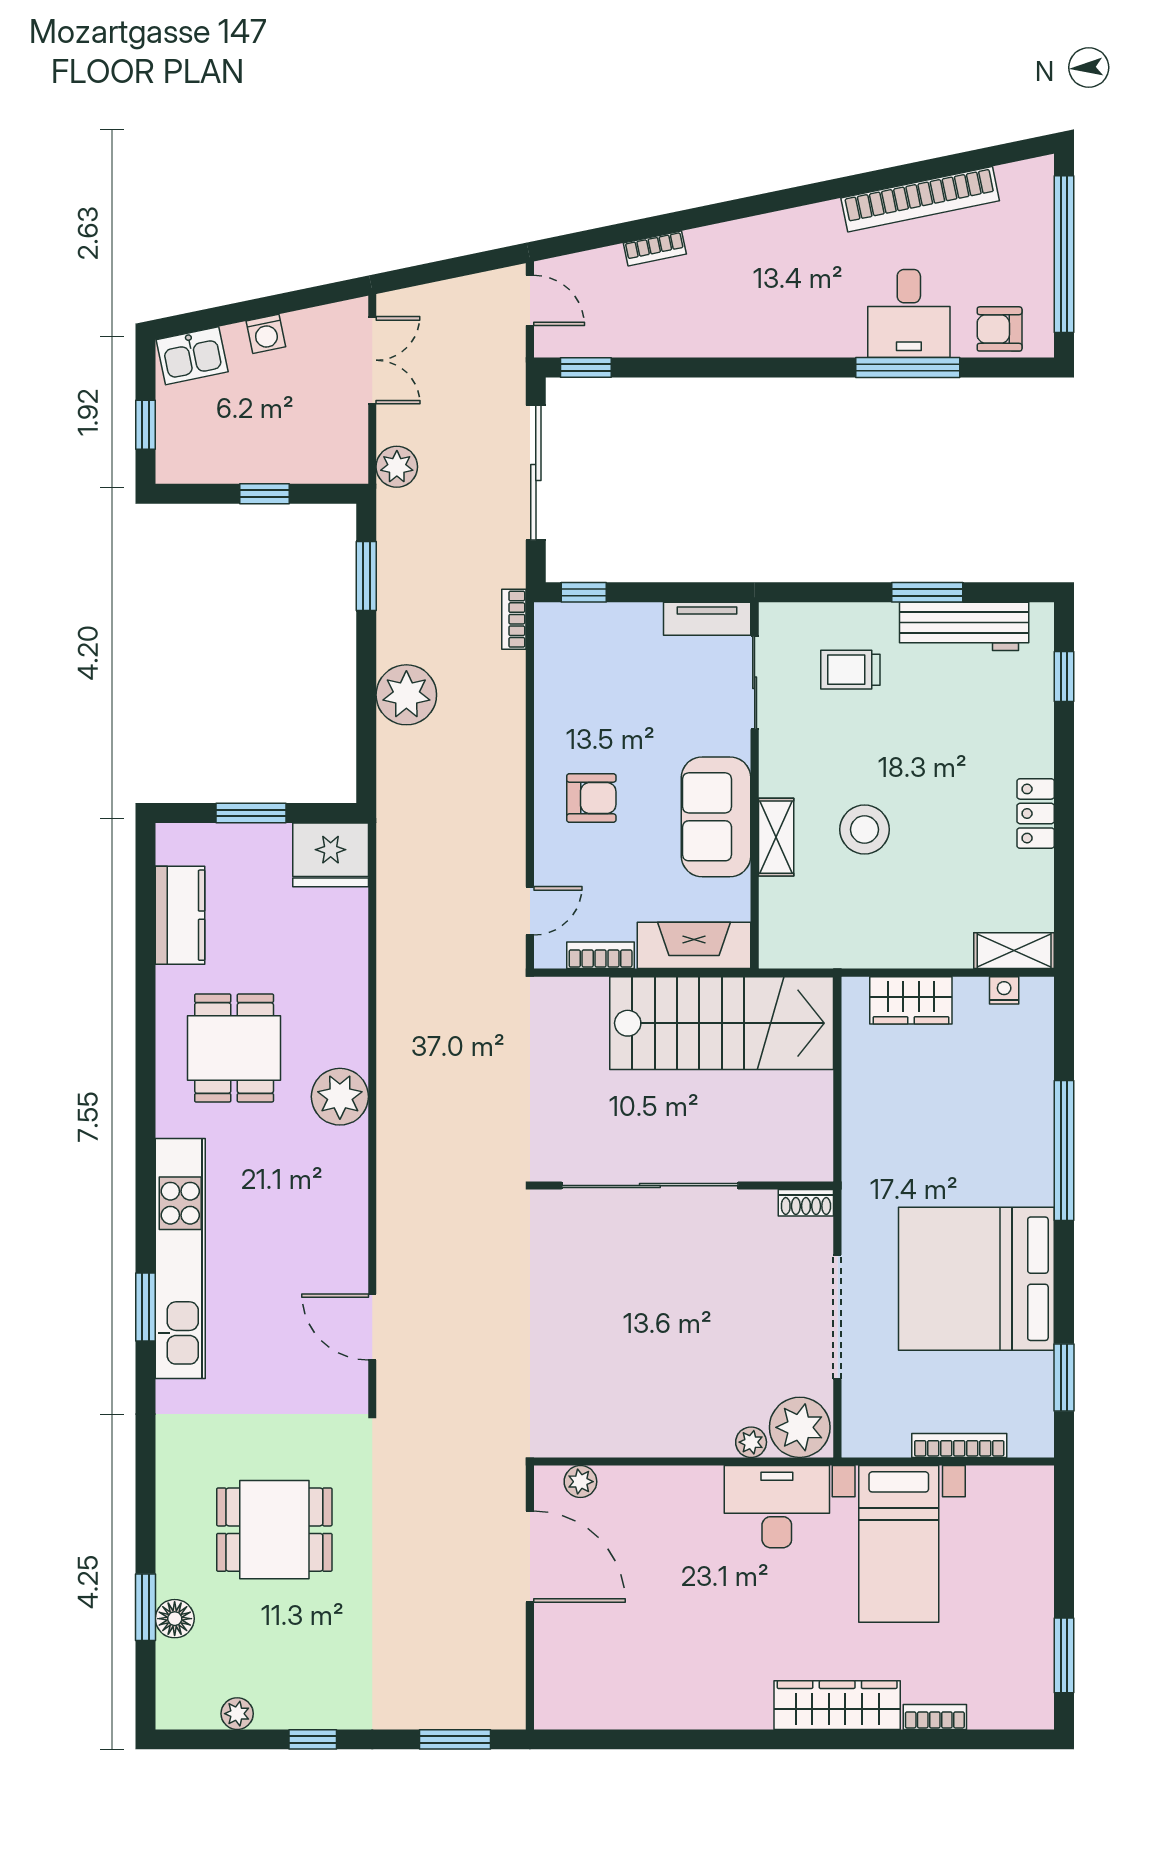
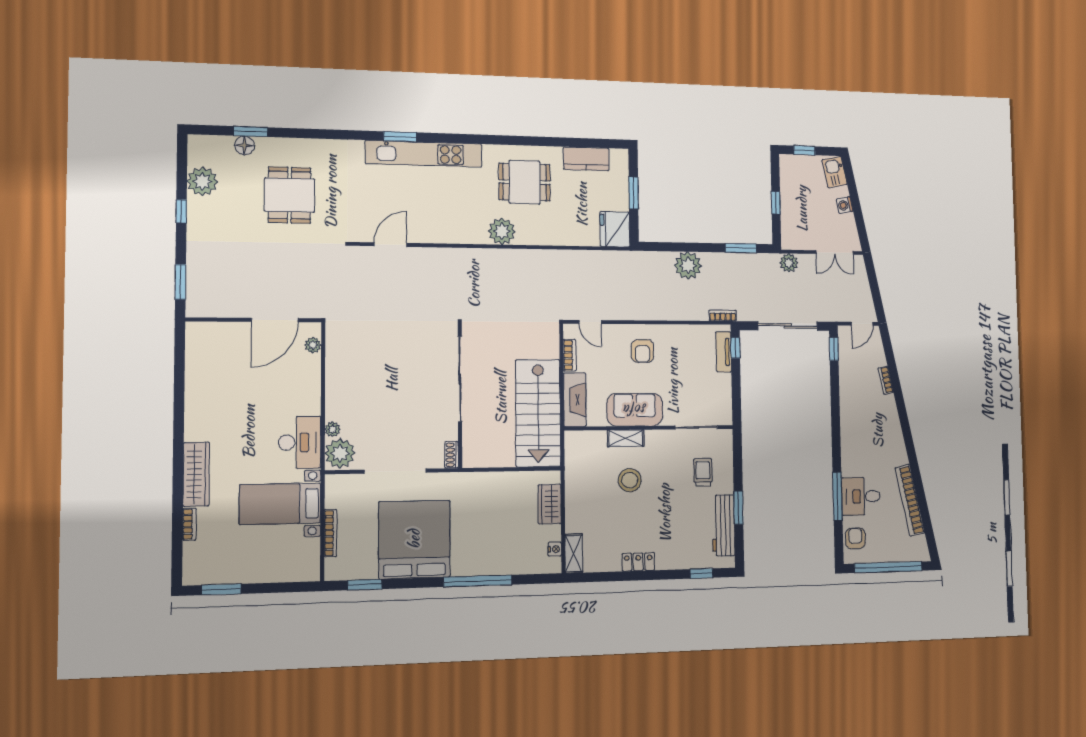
tv unit: (707, 619) -> (724, 352), moved
plant: (237, 1714) -> (202, 181), width x1.88, depth x1.88

